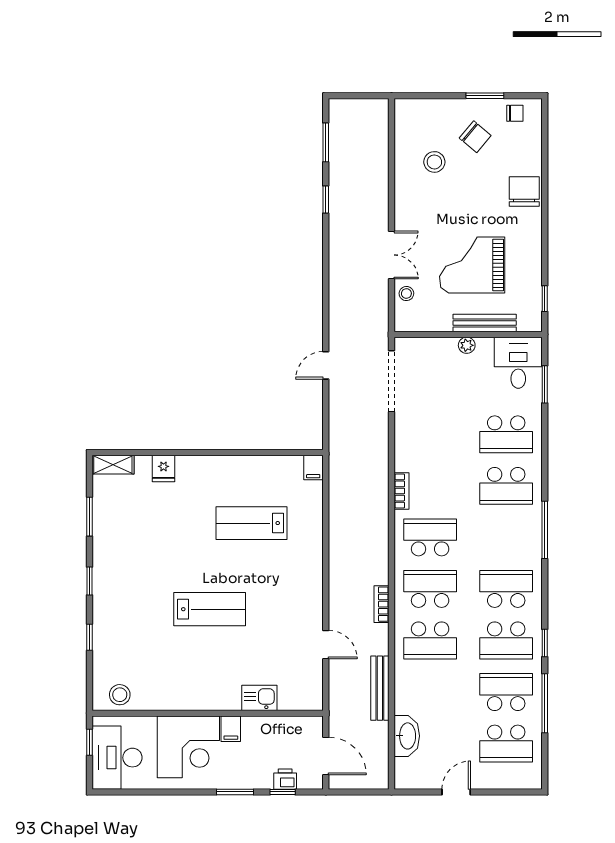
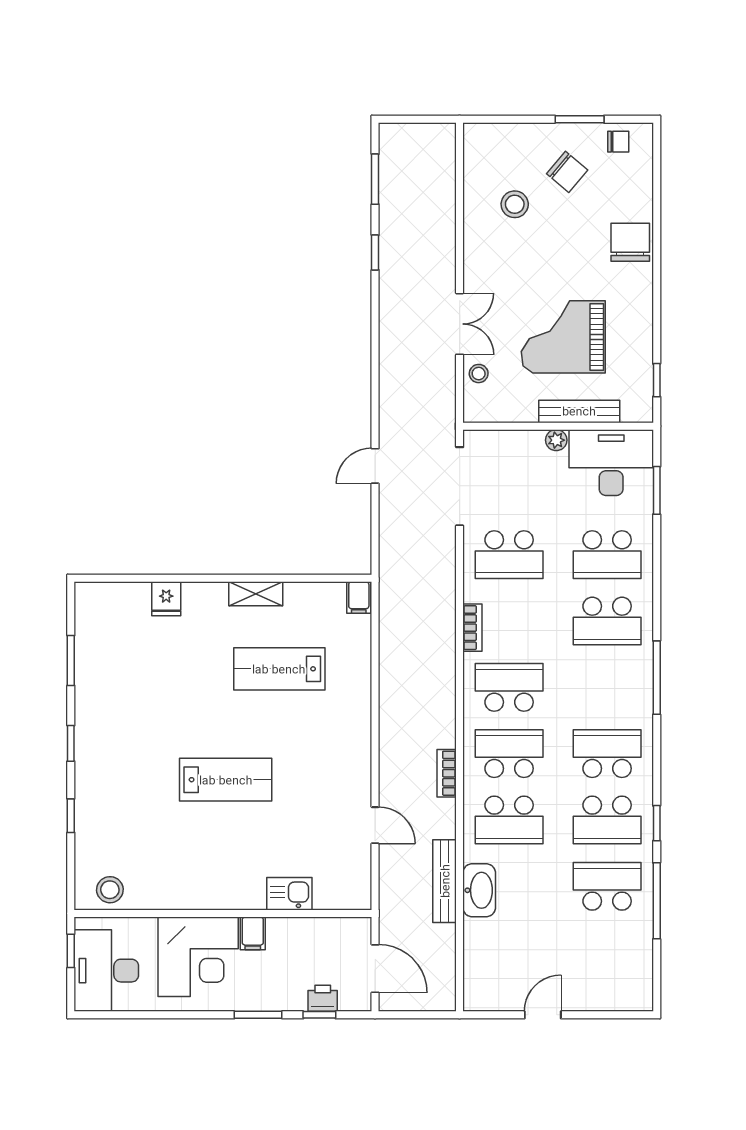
desk: (518, 363) -> (611, 463), width x1.37
shelving: (113, 465) -> (256, 594), moved
washbasin: (407, 736) -> (479, 890), moved
school desk: (506, 744) -> (509, 555), moved

